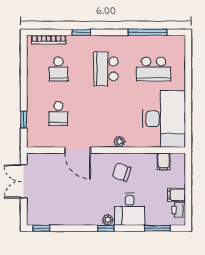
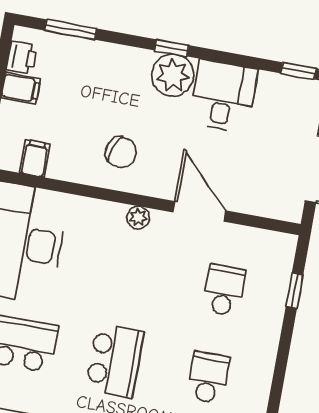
plant: (119, 142) -> (138, 218), moved
desk: (130, 209) -> (223, 96), moved
plant: (108, 220) -> (173, 75), width x1.88, depth x1.88

